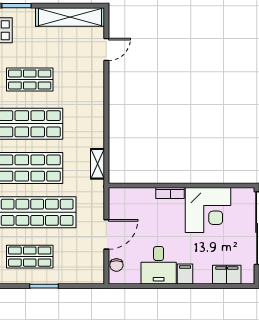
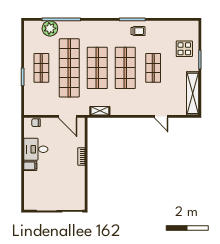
door: (106, 49) -> (161, 116), moved
corner desk: (208, 210) -> (71, 180), removed
door: (106, 234) -> (68, 116), moved
filing cabinet: (227, 275) -> (30, 192), removed

